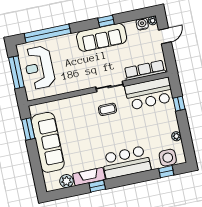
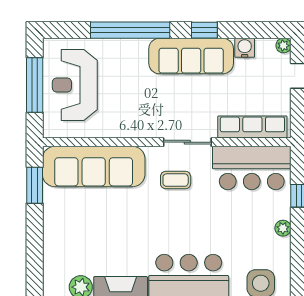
water cooler: (142, 24) -> (245, 48), moved
window: (47, 33) -> (130, 30), moved
plant: (176, 136) -> (283, 228), moved
sofa: (48, 142) -> (94, 167), moved, turned 90

